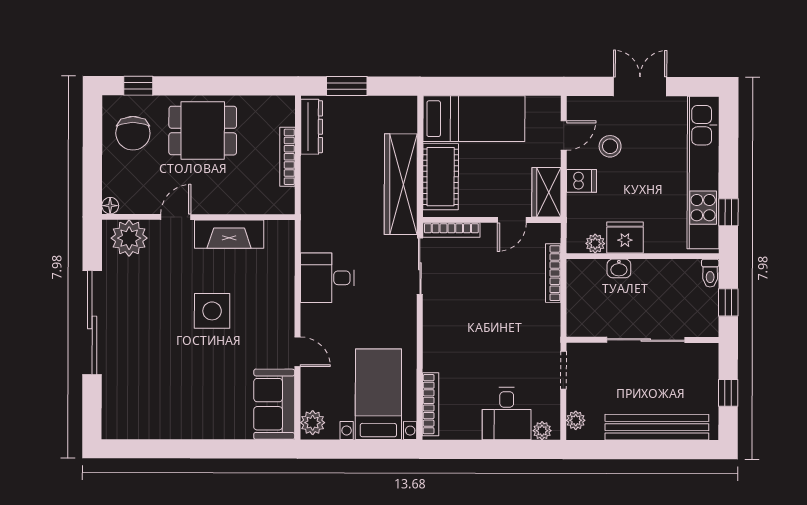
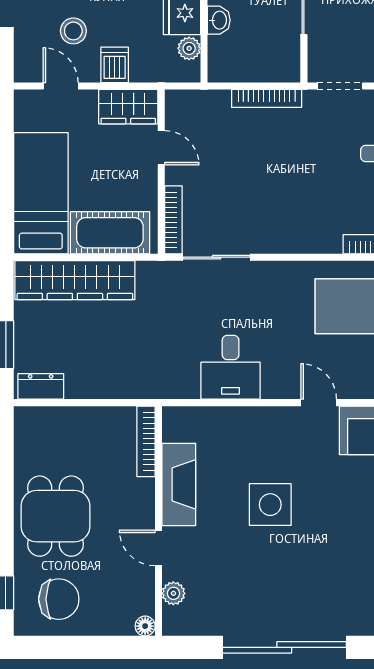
dresser: (312, 127) -> (41, 386), width x0.70
bookcase: (287, 157) -> (146, 441), moved, turned 90
wardrobe: (401, 184) -> (75, 280), moved
plant: (129, 238) -> (173, 593), width x0.53, depth x0.53
bookcase: (553, 273) -> (267, 98), moved
door: (298, 352) -> (319, 403), hinge flipped

